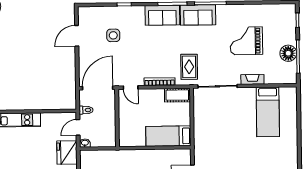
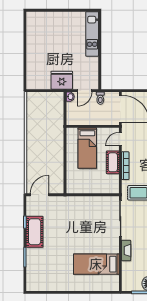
cot: (177, 95) -> (113, 162), moved
door: (78, 127) -> (85, 91), swing flipped
bed: (168, 136) -> (87, 148), moved, turned 180

